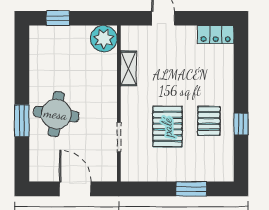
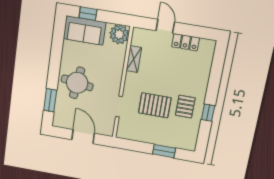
locker: (216, 35) -> (186, 42), moved
sofa: (56, 41) -> (85, 30), added
window: (22, 121) -> (50, 100), moved
pallet: (167, 127) -> (155, 105), turned 90

